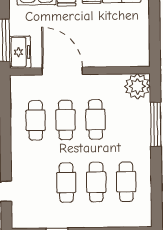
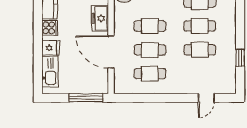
freezer: (20, 52) -> (100, 18), moved, turned -90
door: (62, 71) -> (111, 52), hinge flipped

